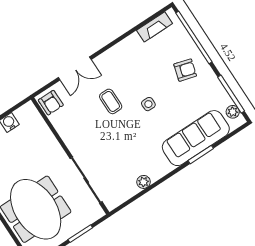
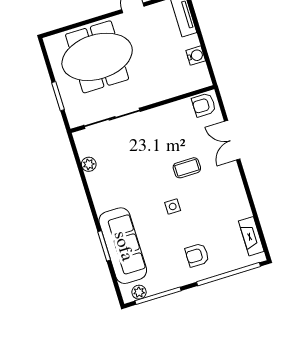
armchair: (185, 70) -> (197, 255), turned 74
plant: (143, 182) -> (89, 164), moved

